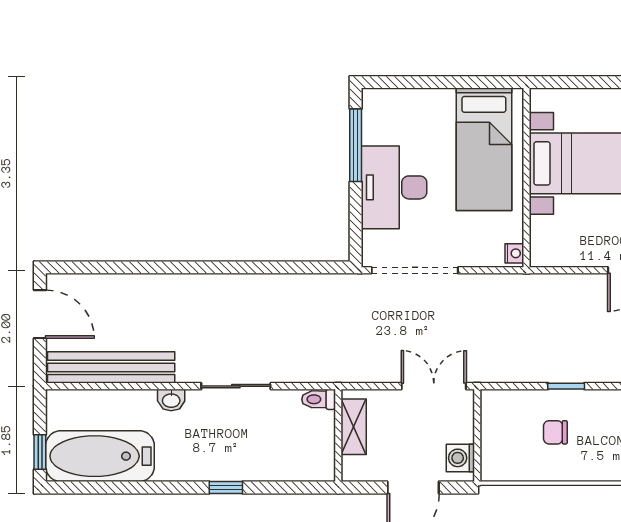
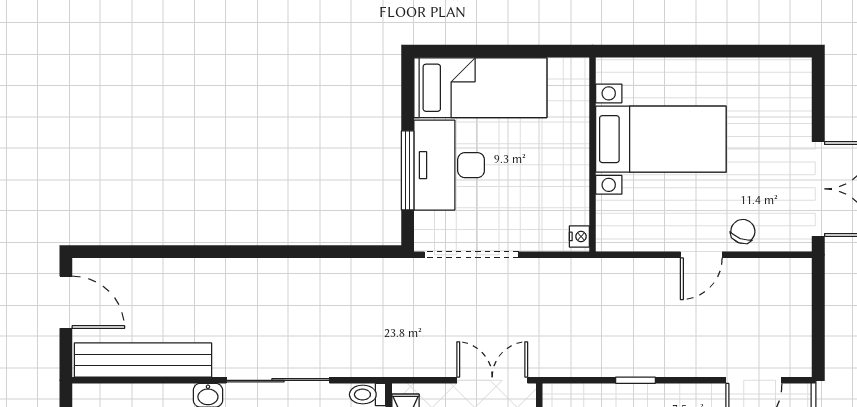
window: (356, 145) -> (408, 170), moved
bed: (484, 149) -> (480, 88), moved, turned -90
sliding door: (236, 386) -> (278, 380), width x1.37

